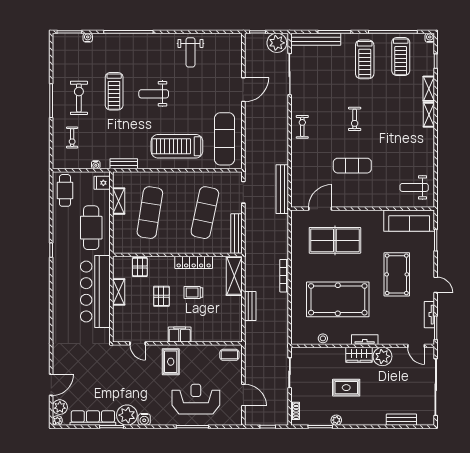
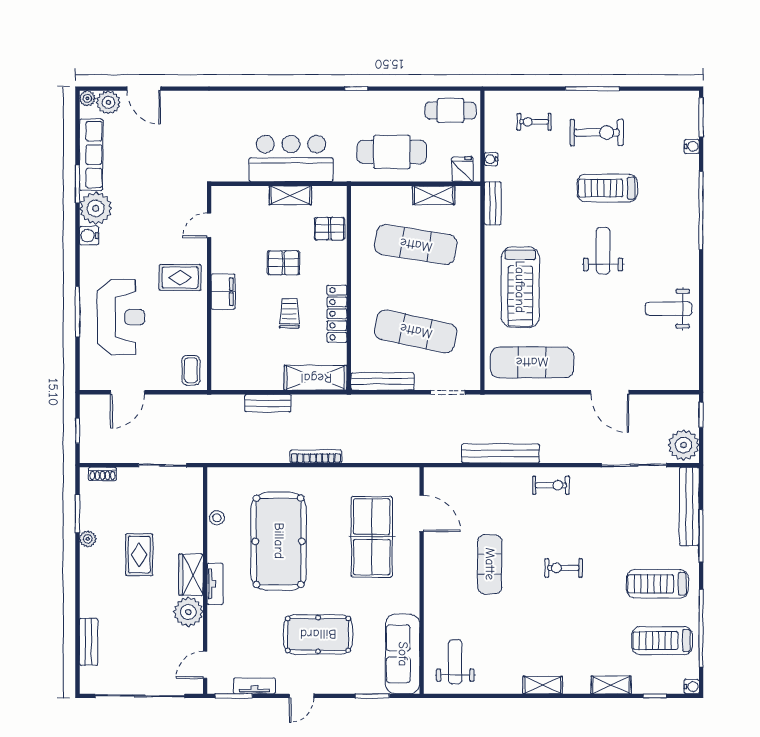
shelving: (429, 115) -> (543, 685), moved
treadmill: (177, 146) -> (520, 287), turned 180
bench: (282, 189) -> (501, 453), moved
bar counter: (95, 291) -> (291, 158), width x0.73

